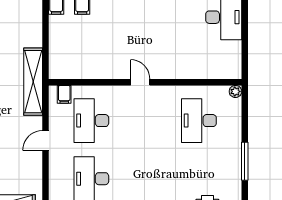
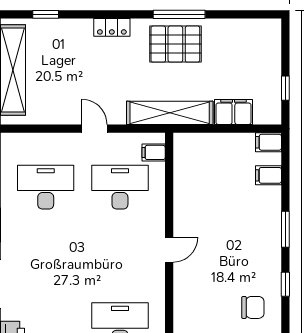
chair: (185, 17) -> (253, 307), added
filing cabinet: (33, 32) -> (233, 112), added

